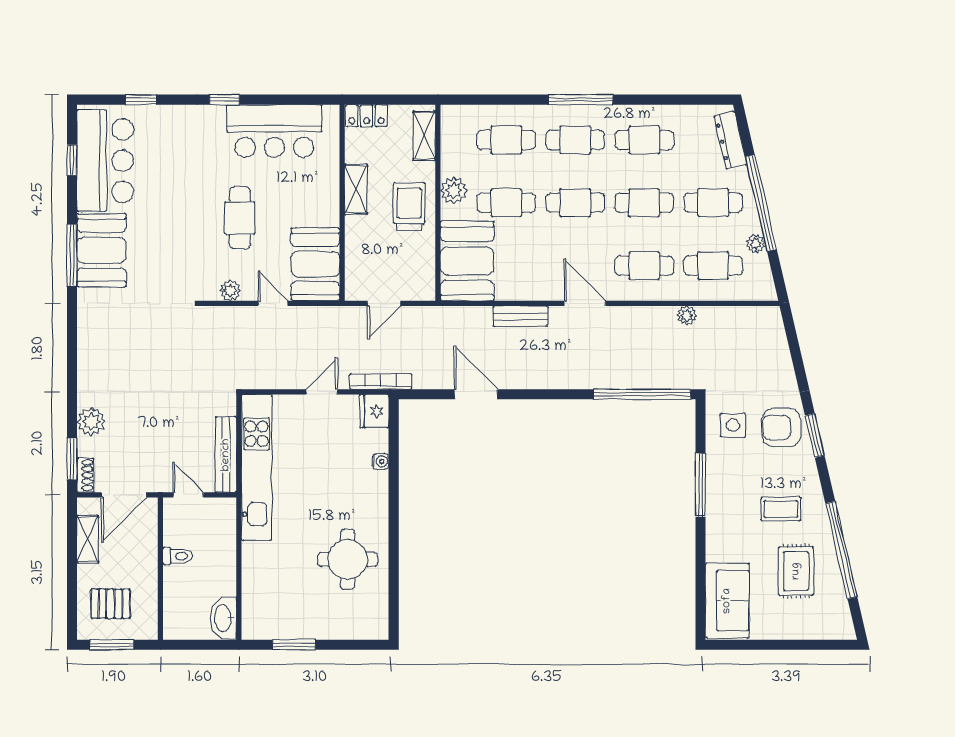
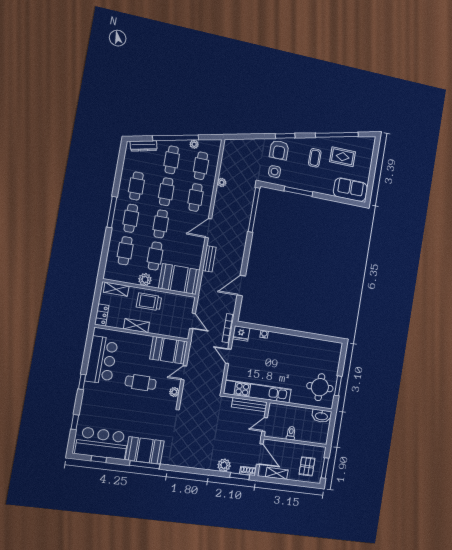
round table: (348, 559) -> (320, 387), moved

